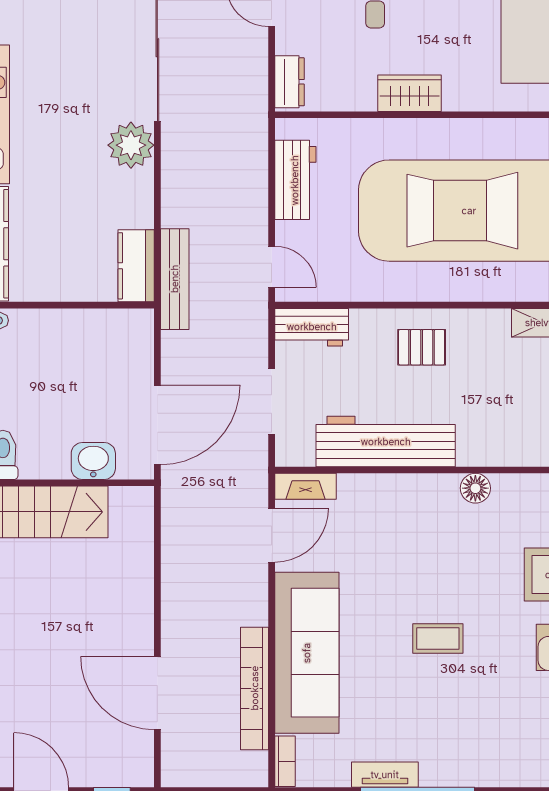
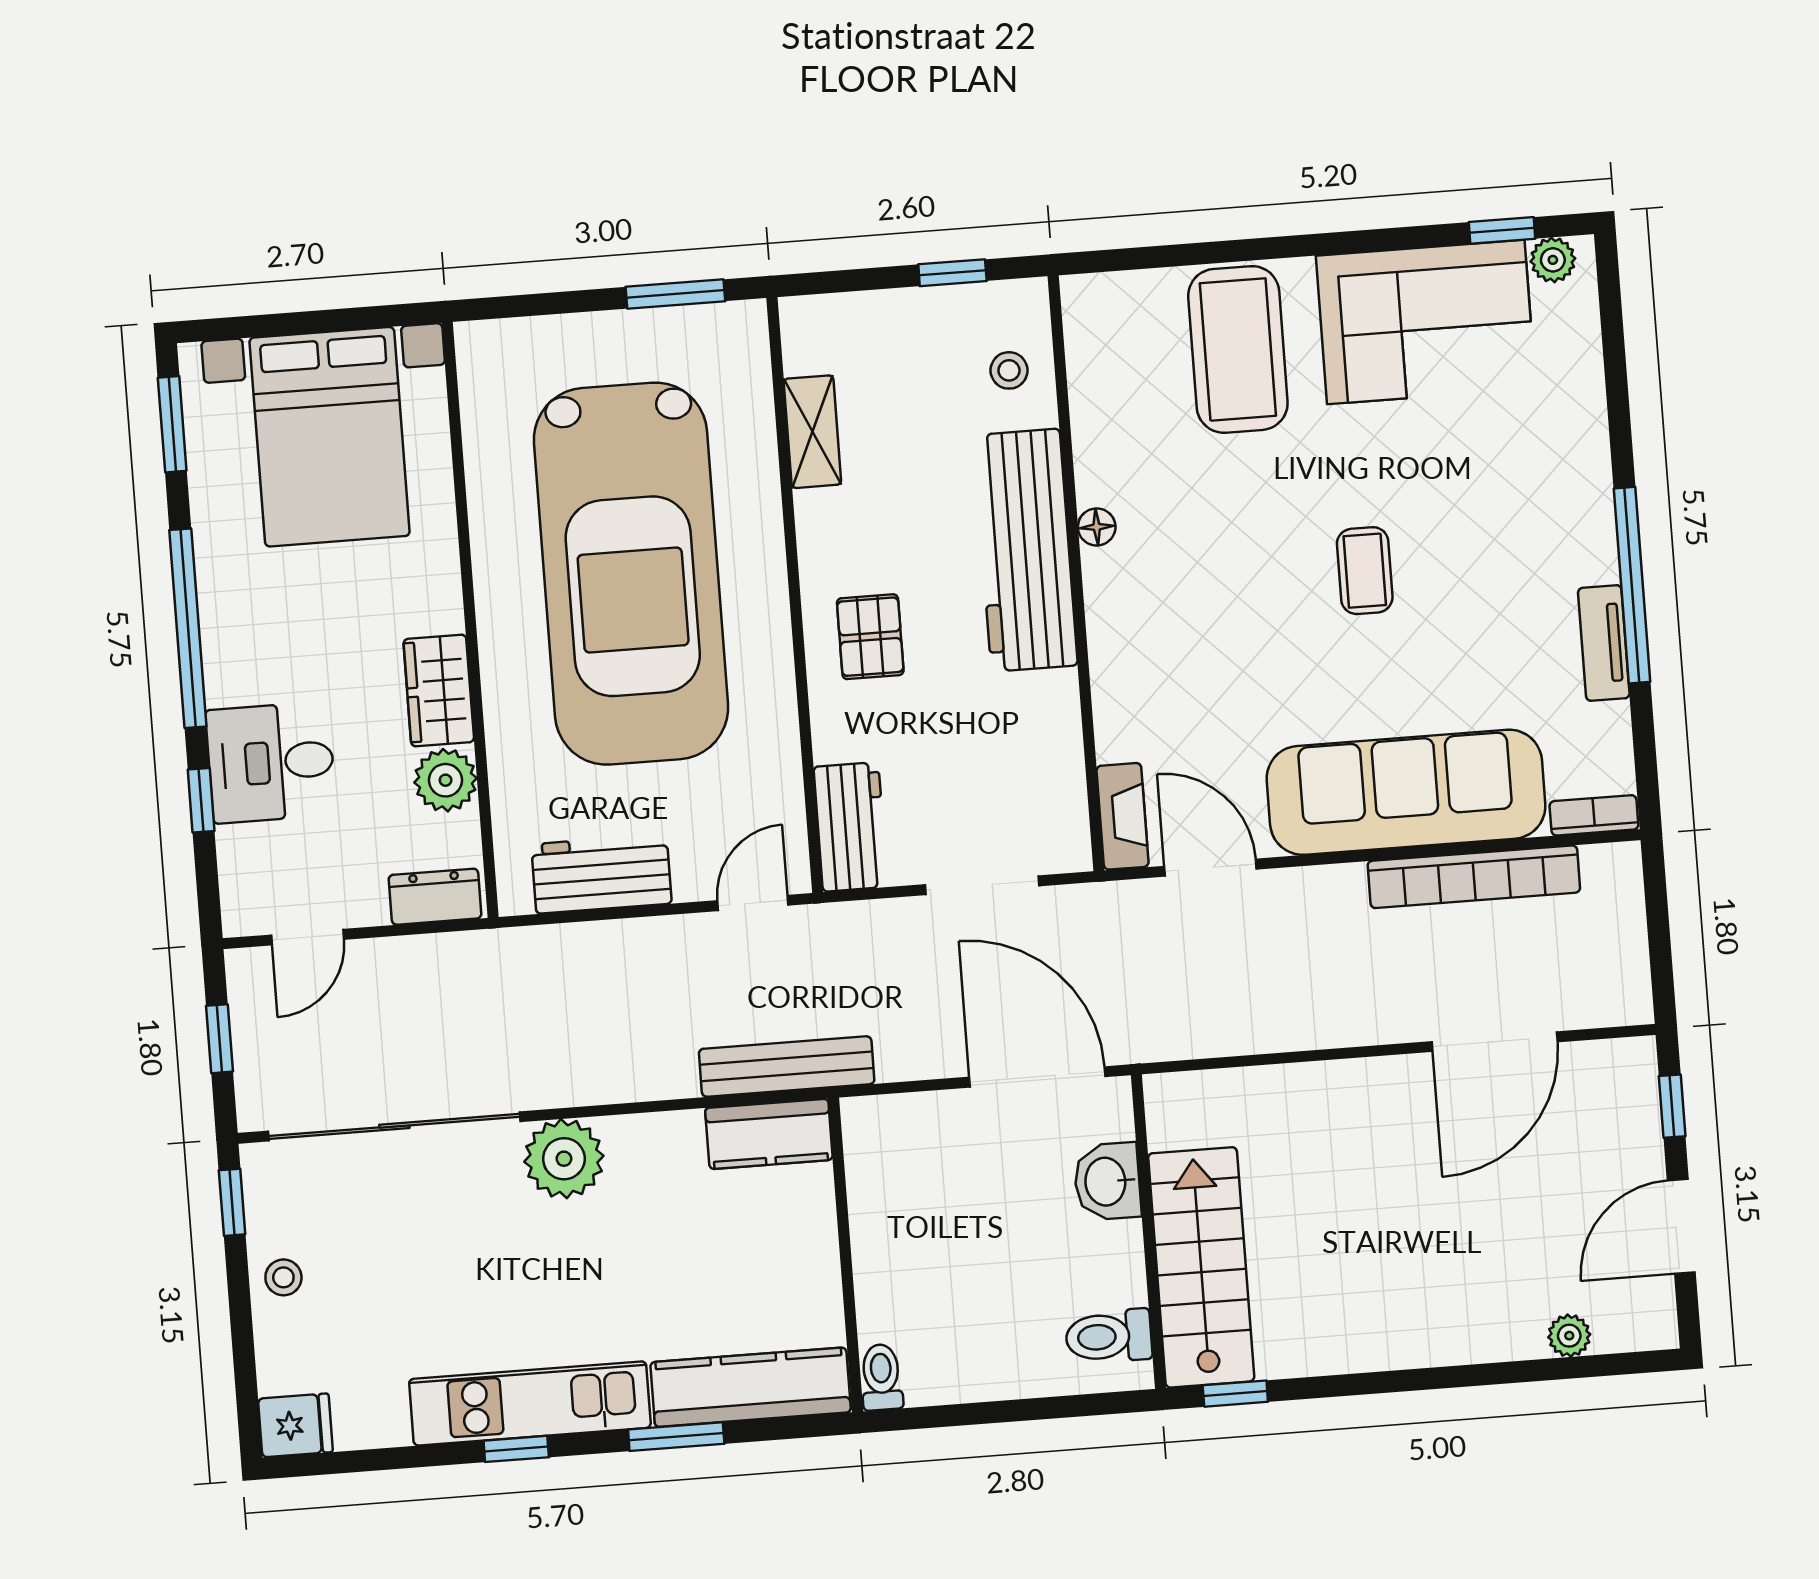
plant: (357, 93) -> (446, 780), added
workbench: (386, 442) -> (1025, 550), moved
floor lamp: (475, 488) -> (1097, 527), width x0.73, depth x0.73

